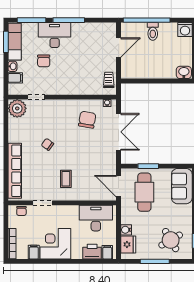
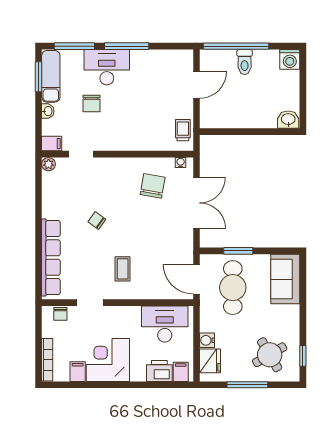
filing cabinet: (15, 78) -> (52, 144), moved
plant: (17, 108) -> (49, 164), width x0.53, depth x0.53

